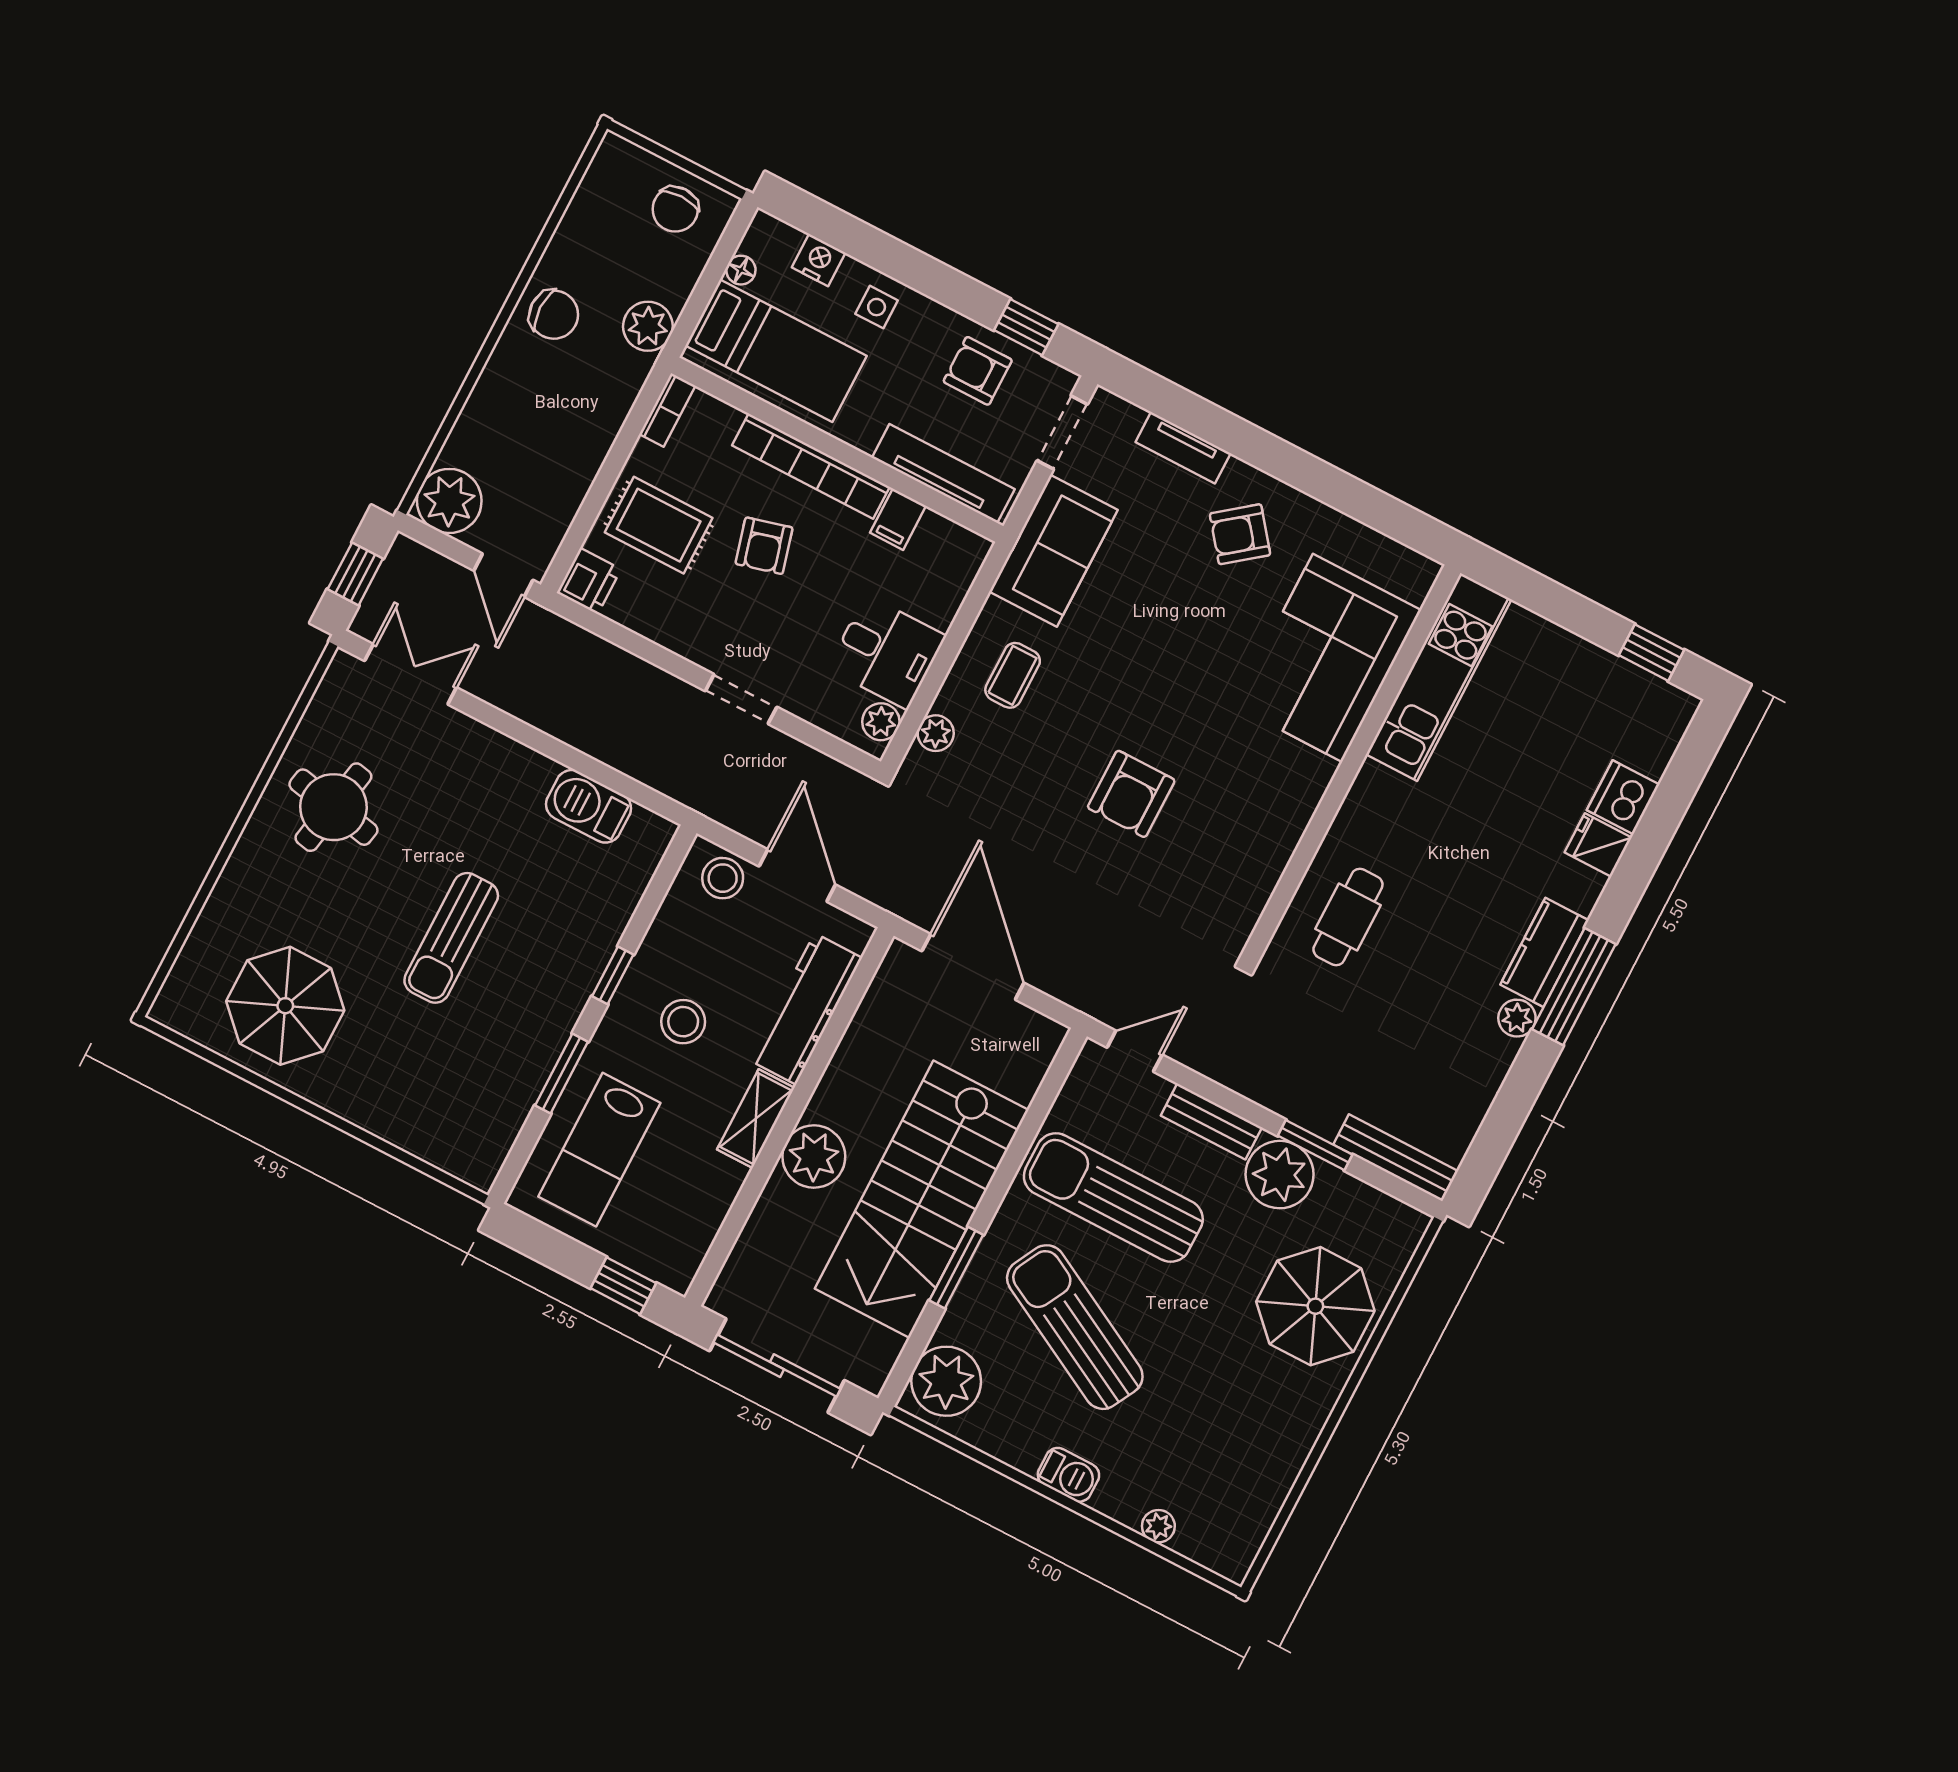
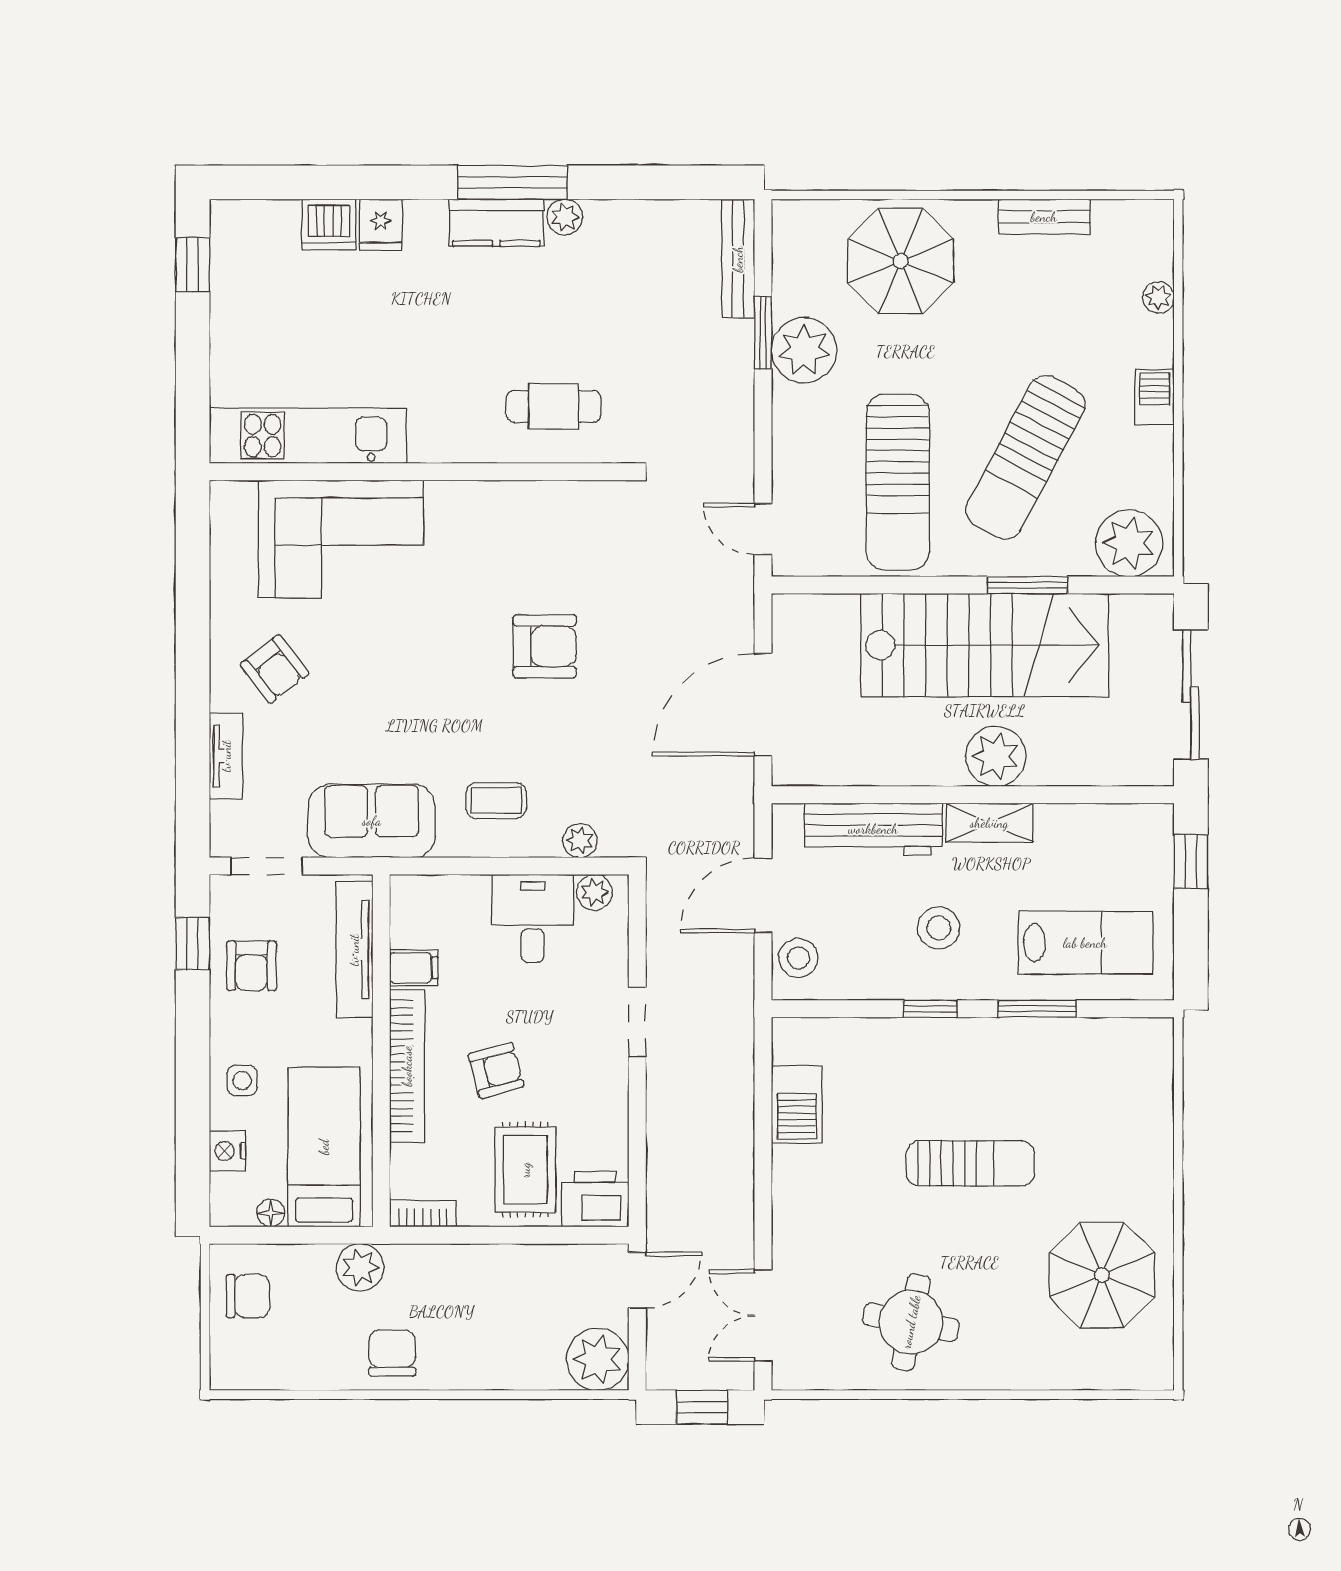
printer: (589, 581) -> (595, 1199), width x1.36, depth x1.24
bench: (1211, 1121) -> (1044, 217), moved, turned 90

